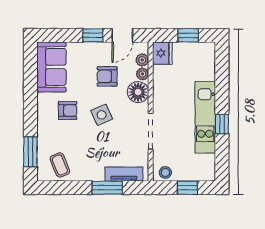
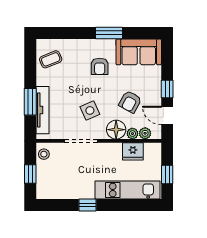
fridge: (162, 53) -> (133, 151), moved
armchair: (107, 76) -> (130, 102), turned -151
side table: (102, 115) -> (90, 110), moved
kitchen unit: (205, 117) -> (128, 190), moved
window: (30, 152) -> (109, 33), moved
tv unit: (124, 174) -> (42, 110), width x1.41

